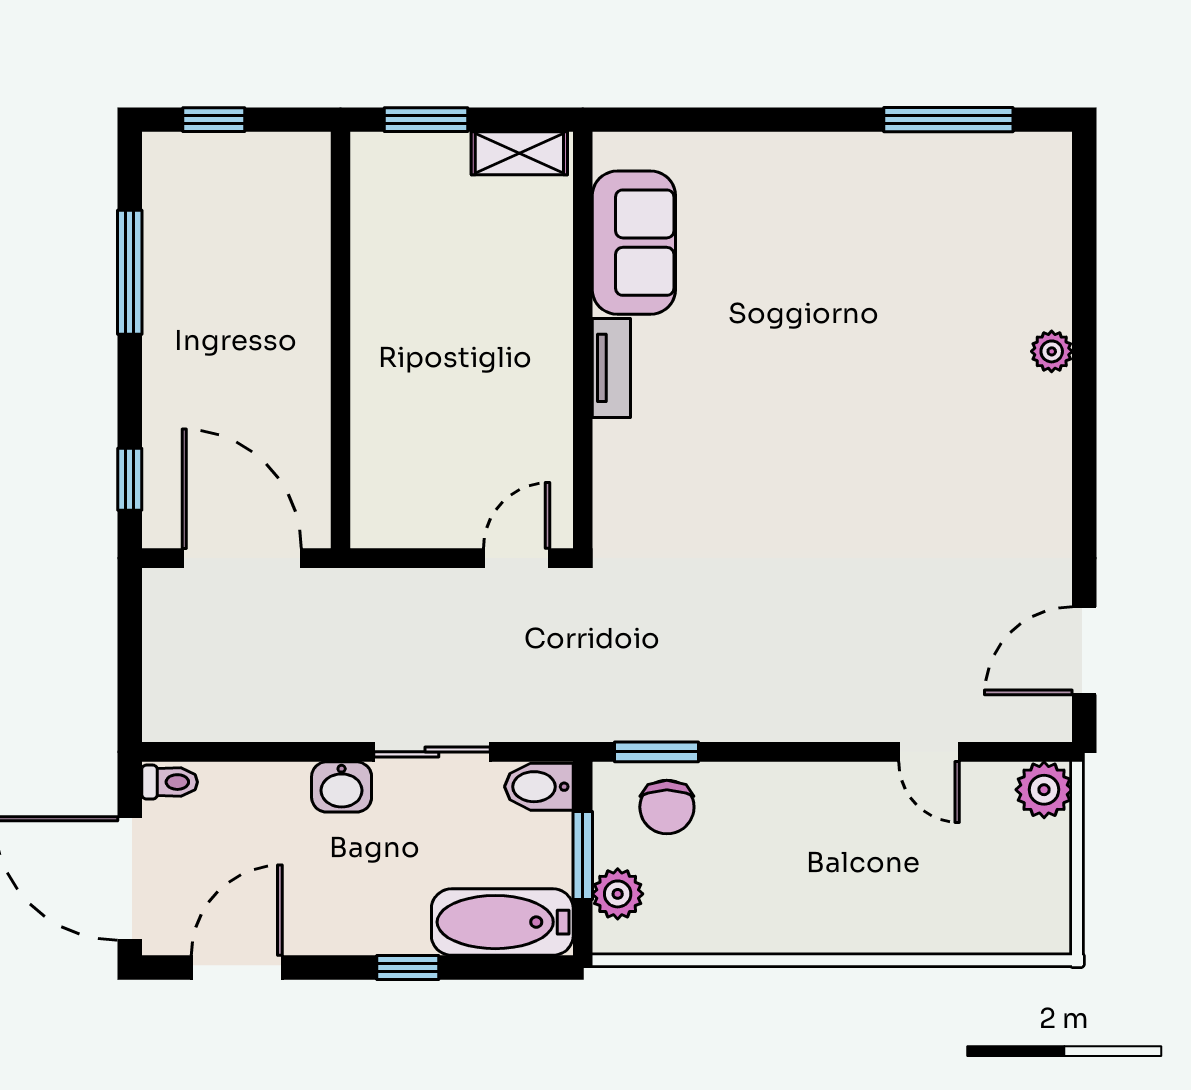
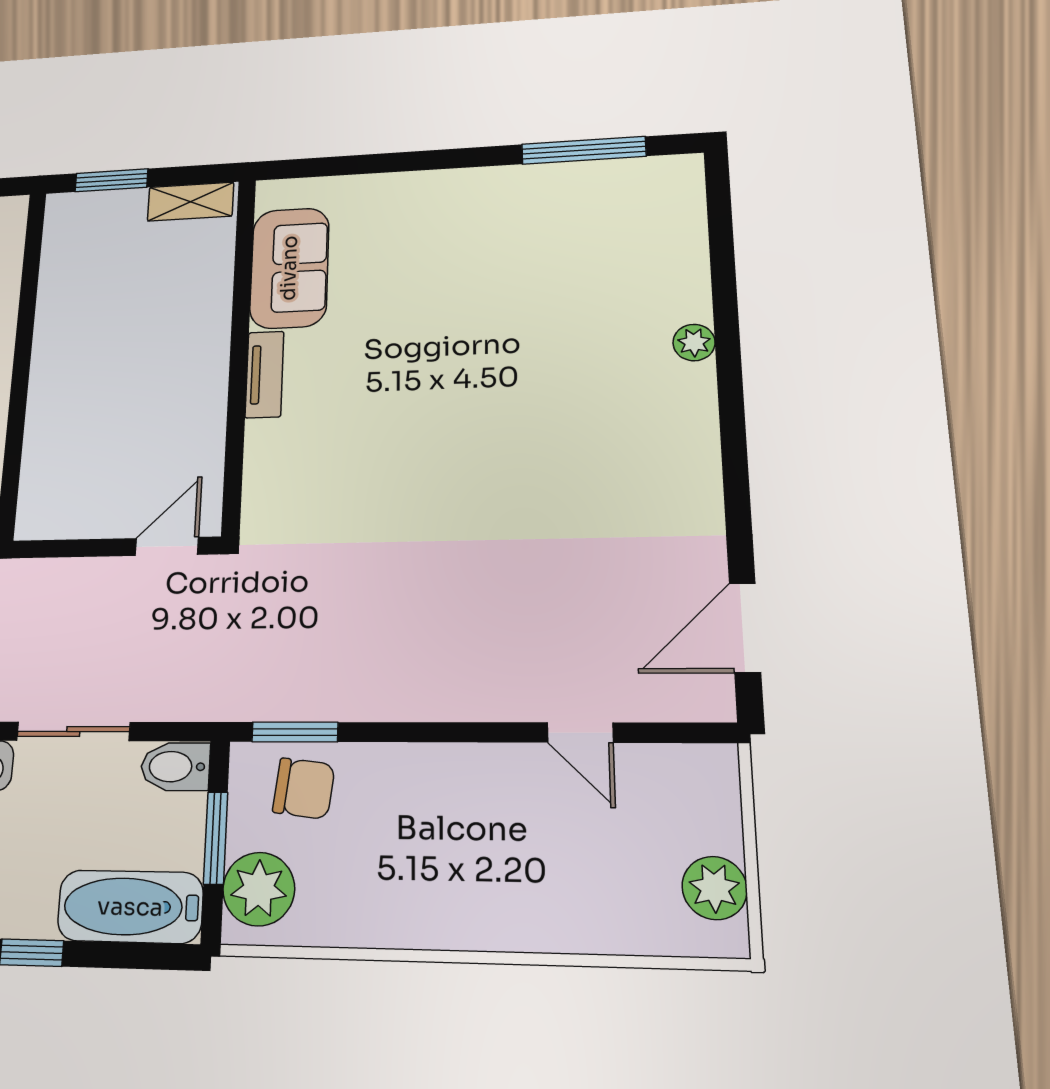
plant: (1044, 790) -> (715, 888), moved
chair: (667, 807) -> (304, 788), turned -83
plant: (618, 894) -> (259, 889), width x1.36, depth x1.36

